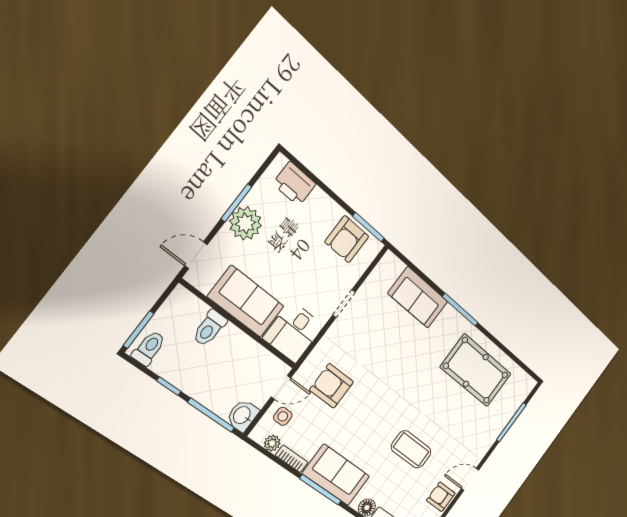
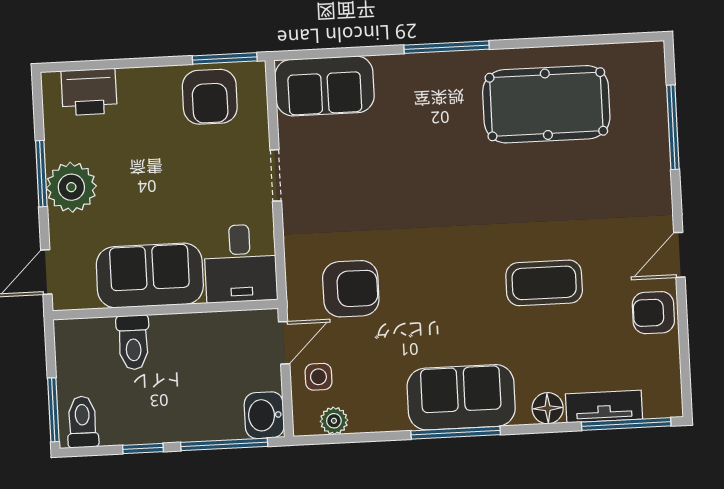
sofa: (418, 297) -> (324, 86), moved
armchair: (332, 386) -> (351, 289), turned 180
bookcase: (292, 459) -> (378, 421), removed

